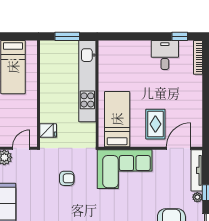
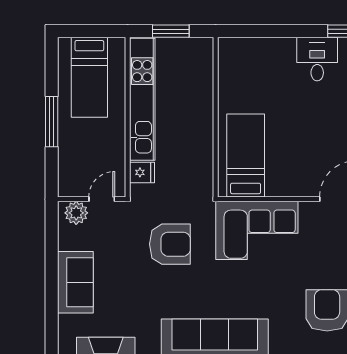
kitchen unit: (87, 81) -> (142, 99), moved, turned 180
rug: (155, 124) -> (303, 163), removed
armchair: (67, 178) -> (170, 244), width x1.88, depth x1.88

